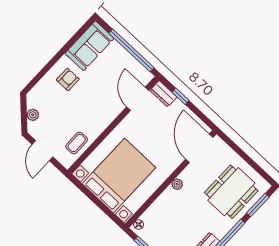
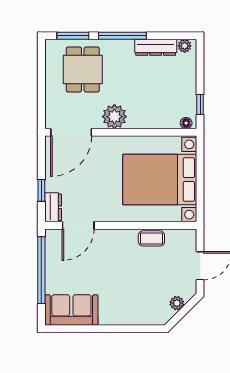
armchair: (68, 79) -> (118, 301), removed
coffee table: (77, 143) -> (151, 238), moved
plant: (177, 184) -> (114, 117), width x1.87, depth x1.87
dining table: (231, 192) -> (83, 69), width x0.73

